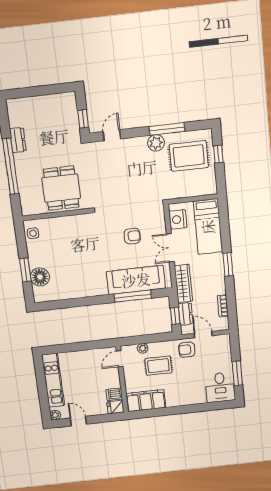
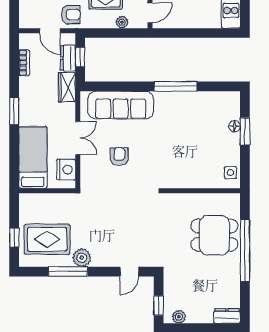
plant: (62, 99) -> (179, 317), added
window: (83, 119) -> (159, 305), moved
dresser: (18, 140) -> (227, 316), moved, turned 90
dining table: (61, 188) -> (214, 235), moved, turned 90
armchair: (132, 236) -> (119, 157), turned 90
floor lamp: (40, 277) -> (235, 126), width x0.53, depth x0.53
wardrobe: (183, 283) -> (67, 87), width x0.67
window: (133, 296) -> (175, 86), moved

